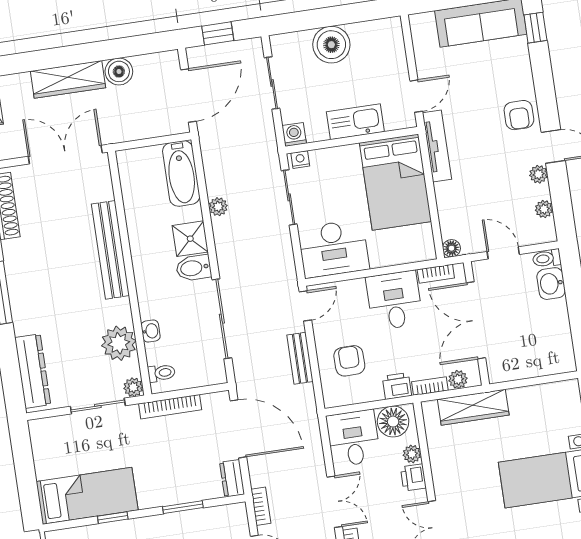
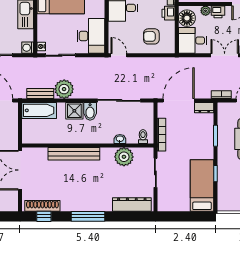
plant: (218, 207) -> (64, 89), width x1.87, depth x1.87
bench: (300, 358) -> (40, 93), moved
plant: (133, 387) -> (148, 153), removed

